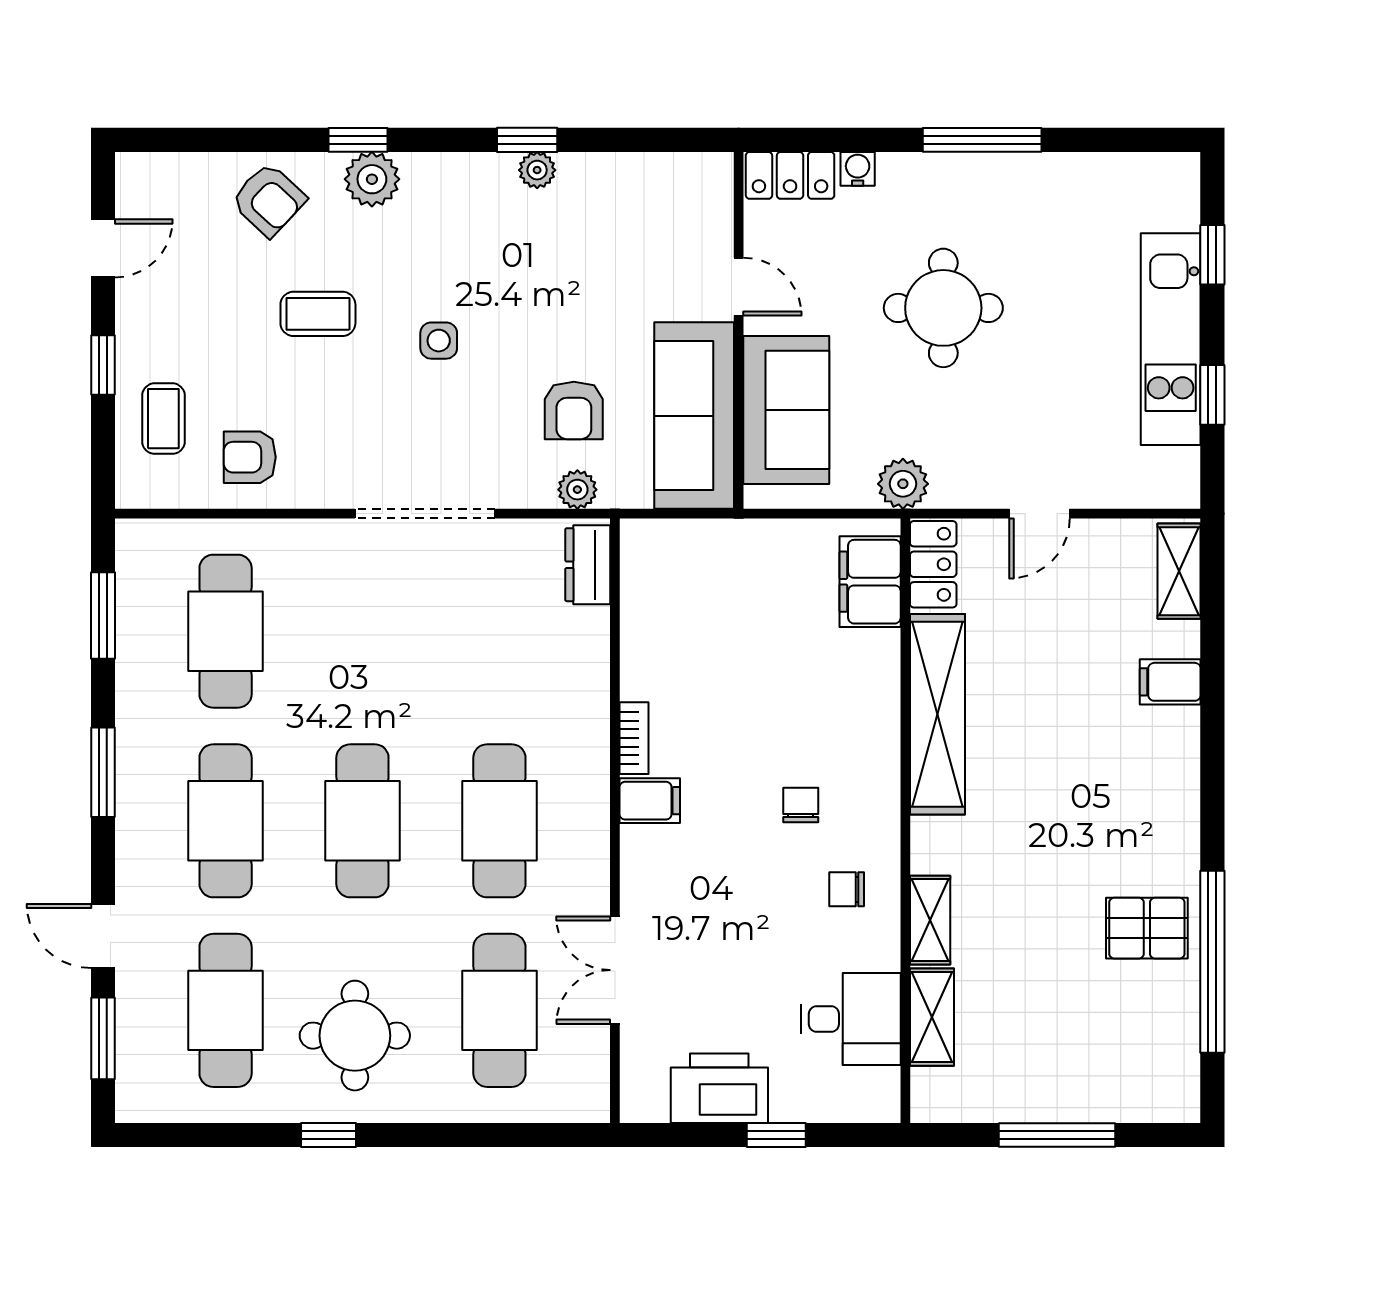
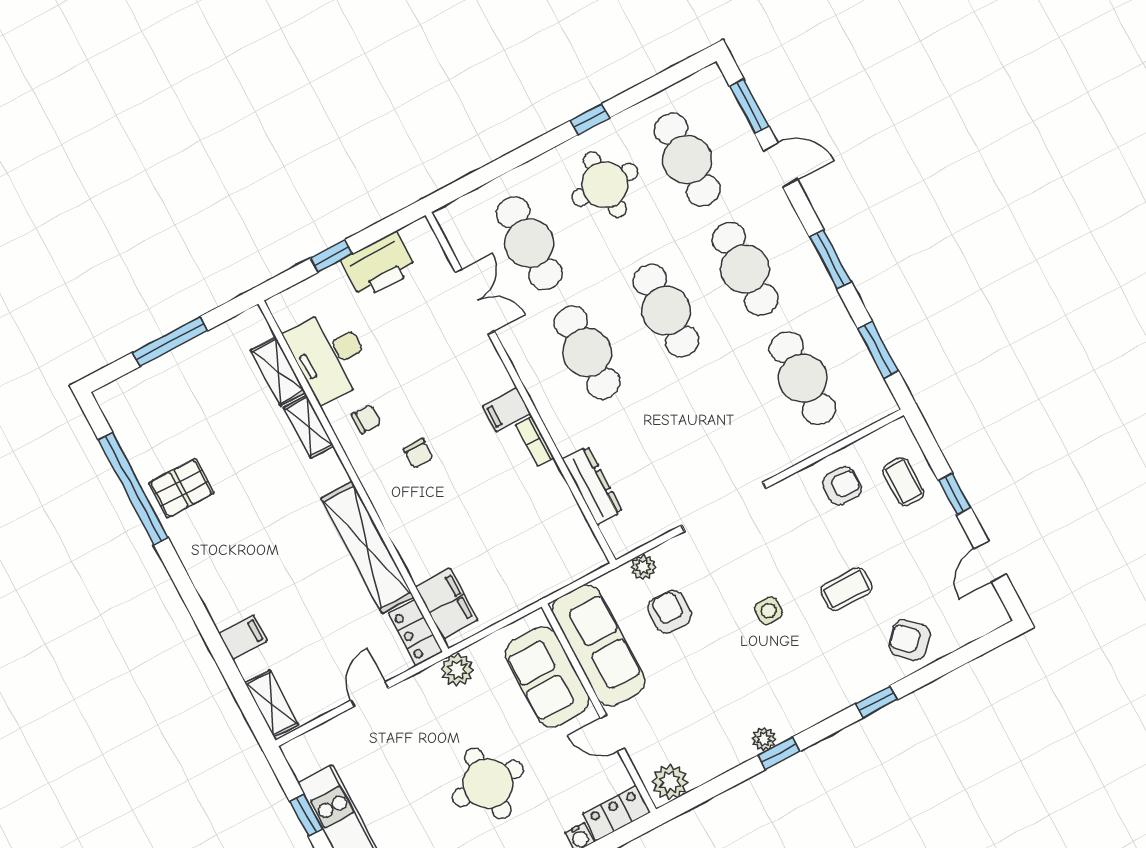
plant: (372, 179) -> (670, 782), moved
dresser: (588, 565) -> (592, 485), moved, width x1.44
desk: (851, 1019) -> (329, 355), width x1.37

